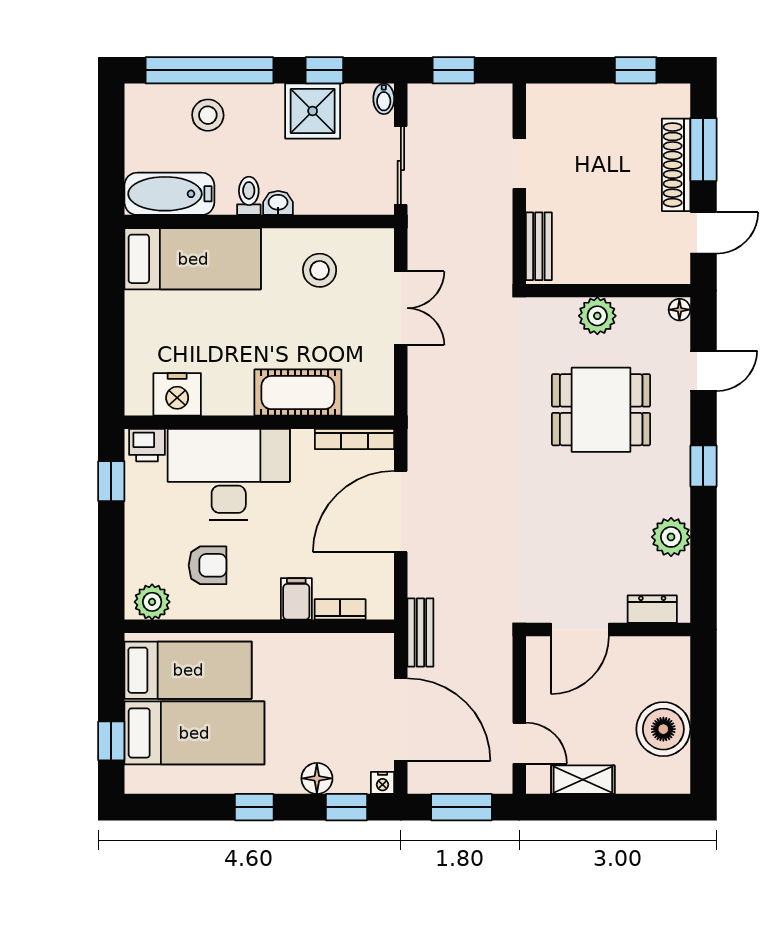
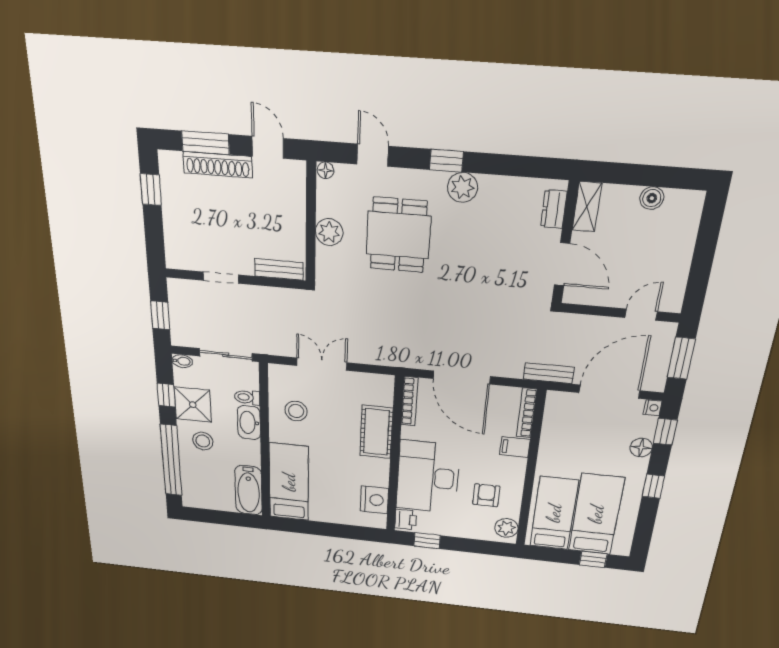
stool: (208, 115) -> (203, 441), moved
toilet: (249, 196) -> (247, 397), moved
washbasin: (278, 203) -> (249, 423), width x1.91, depth x1.45
plant: (671, 537) -> (463, 187), moved
bookcase: (340, 609) -> (527, 413), width x1.56
boiler: (663, 729) -> (652, 198), width x0.54, depth x0.54
shelving: (583, 780) -> (587, 207), moved

